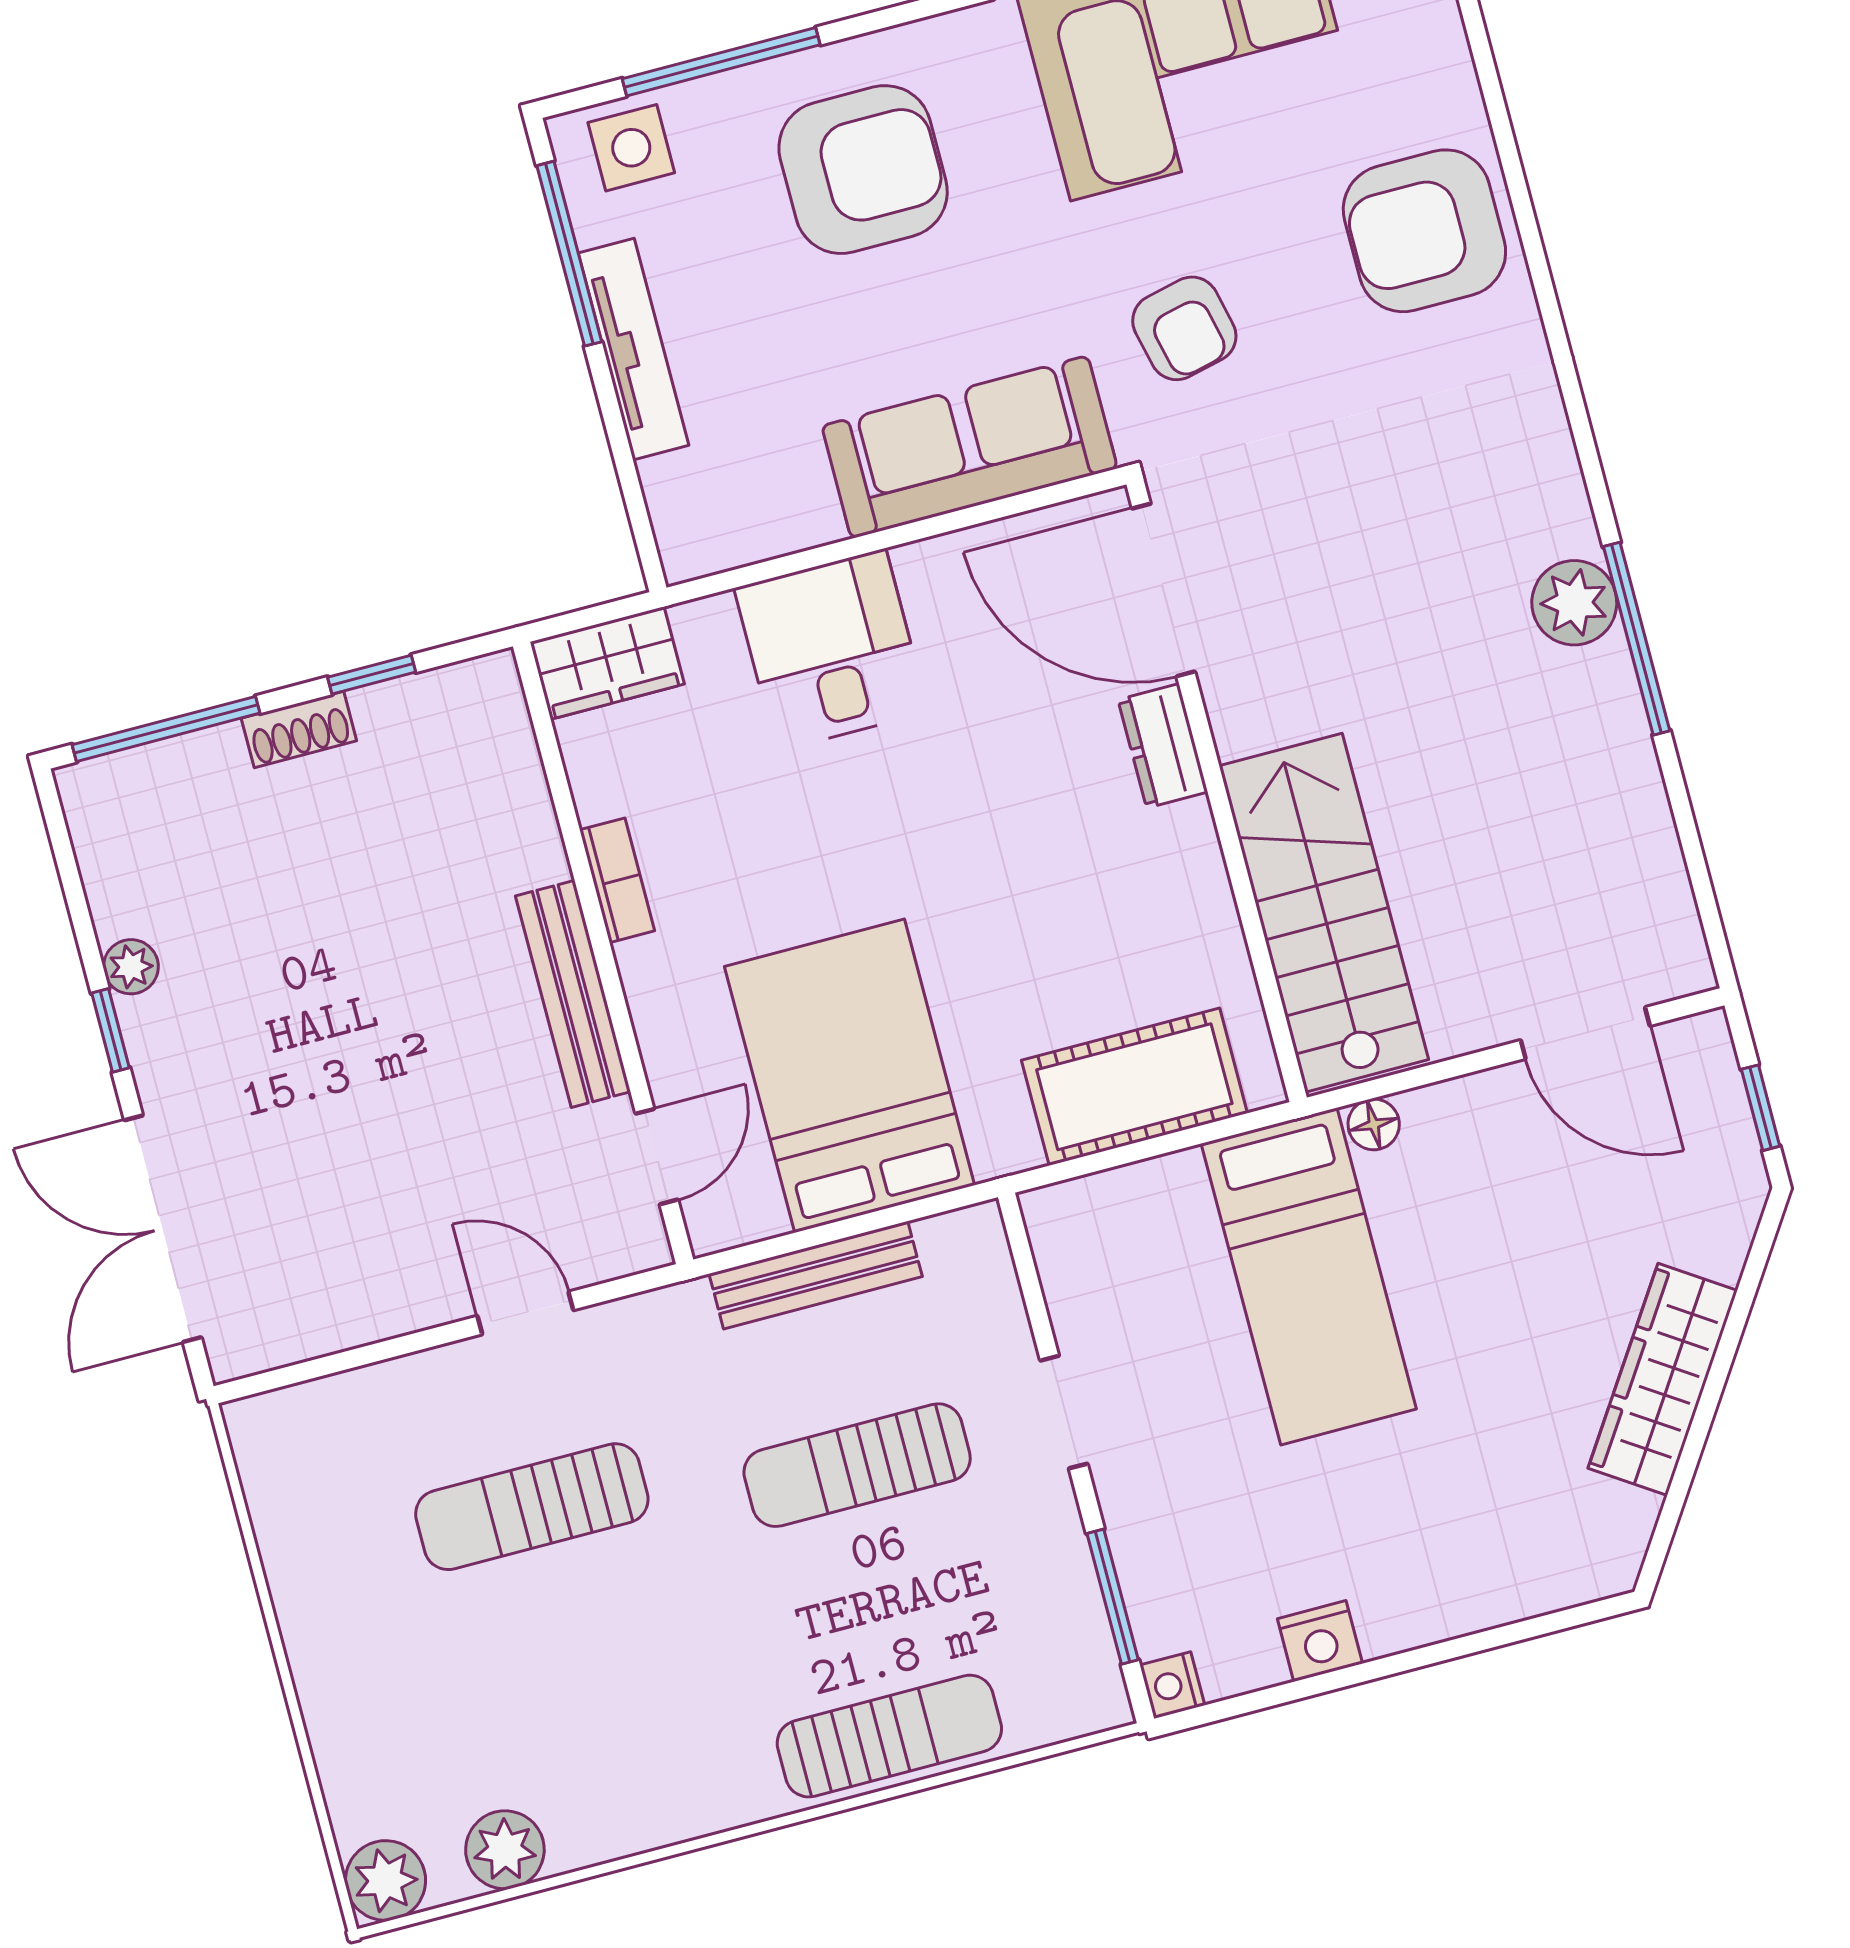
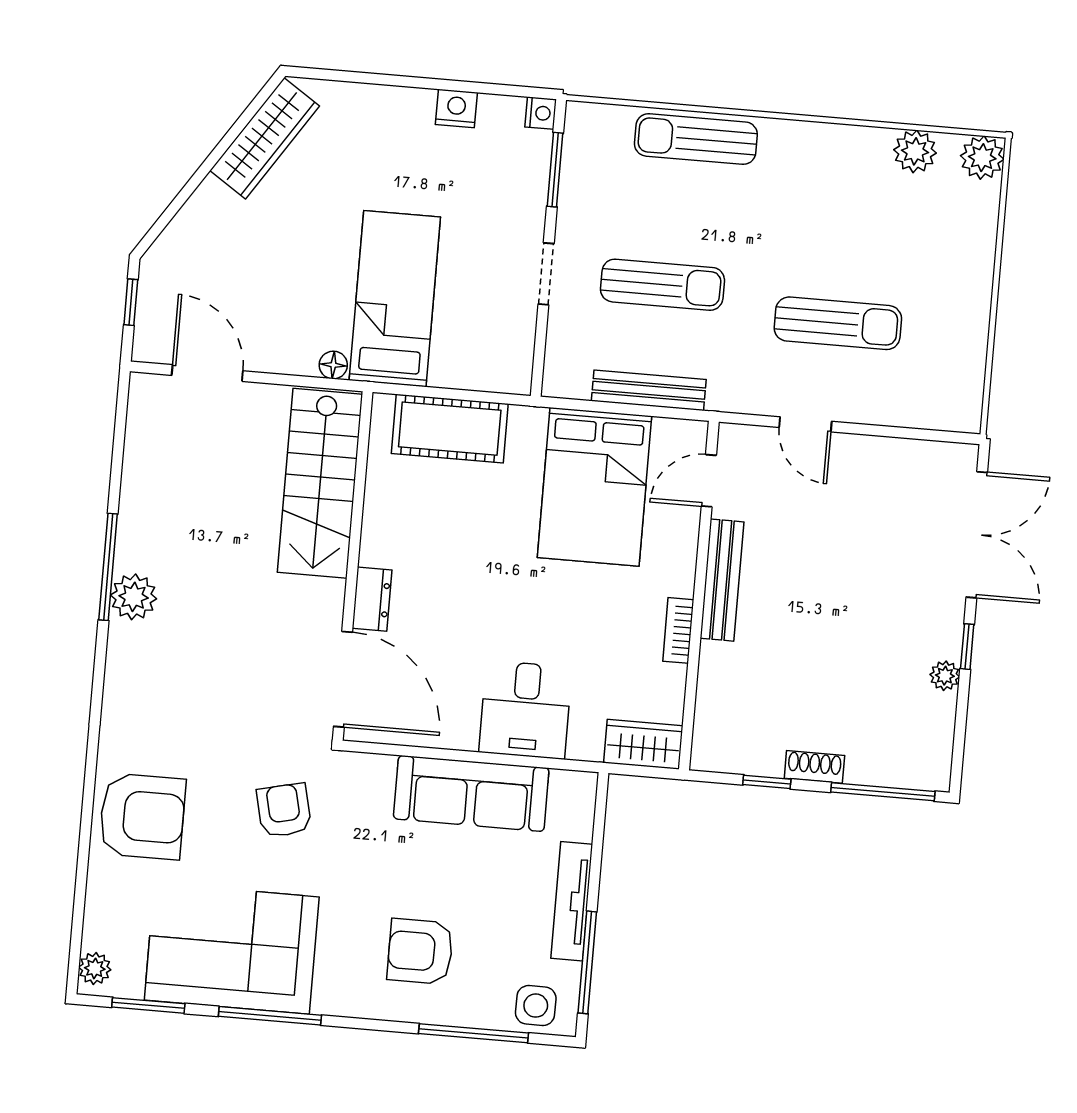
armchair: (863, 170) -> (420, 951), width x0.73, depth x0.73
sofa: (970, 447) -> (471, 793), moved
wardrobe: (1663, 1379) -> (265, 138), moved

